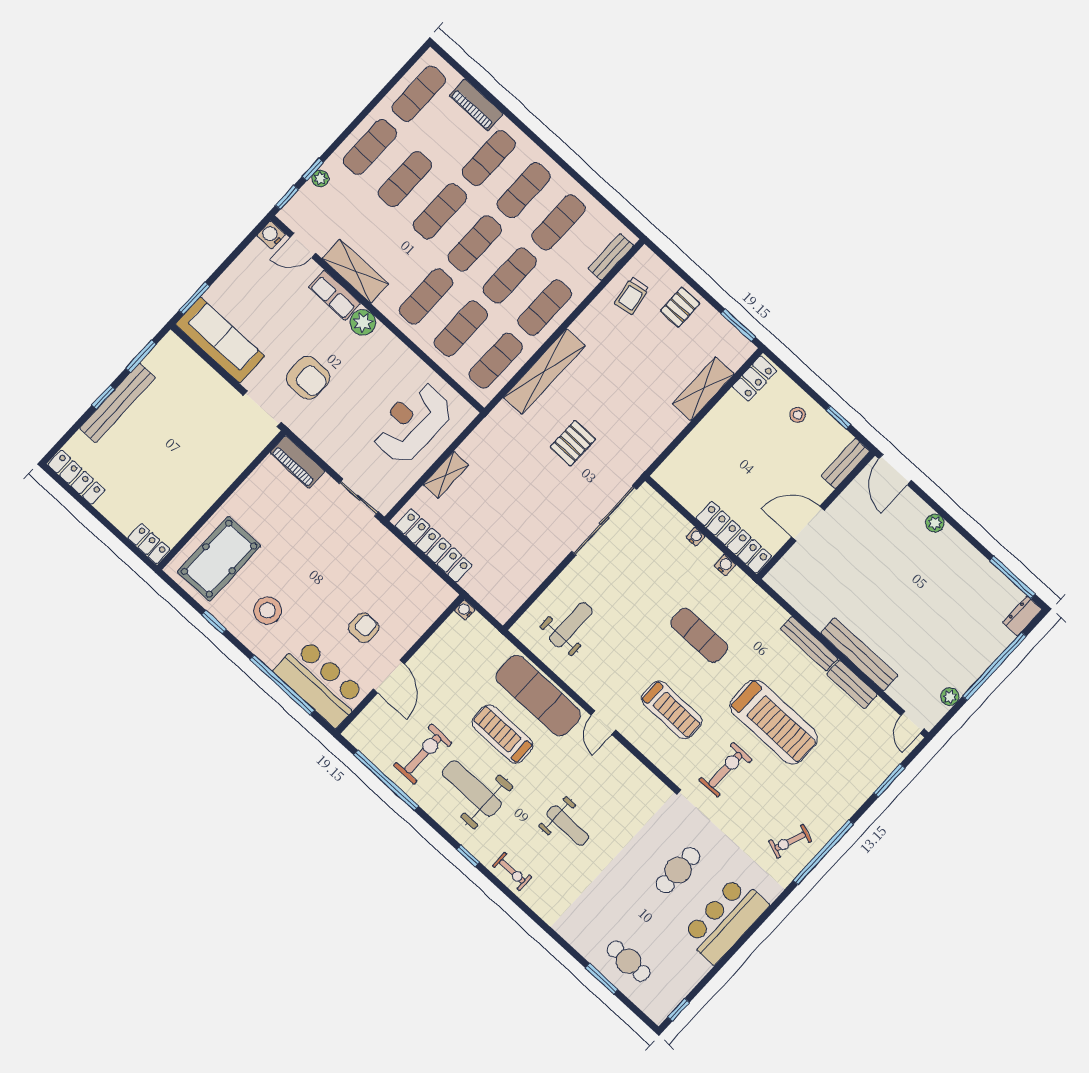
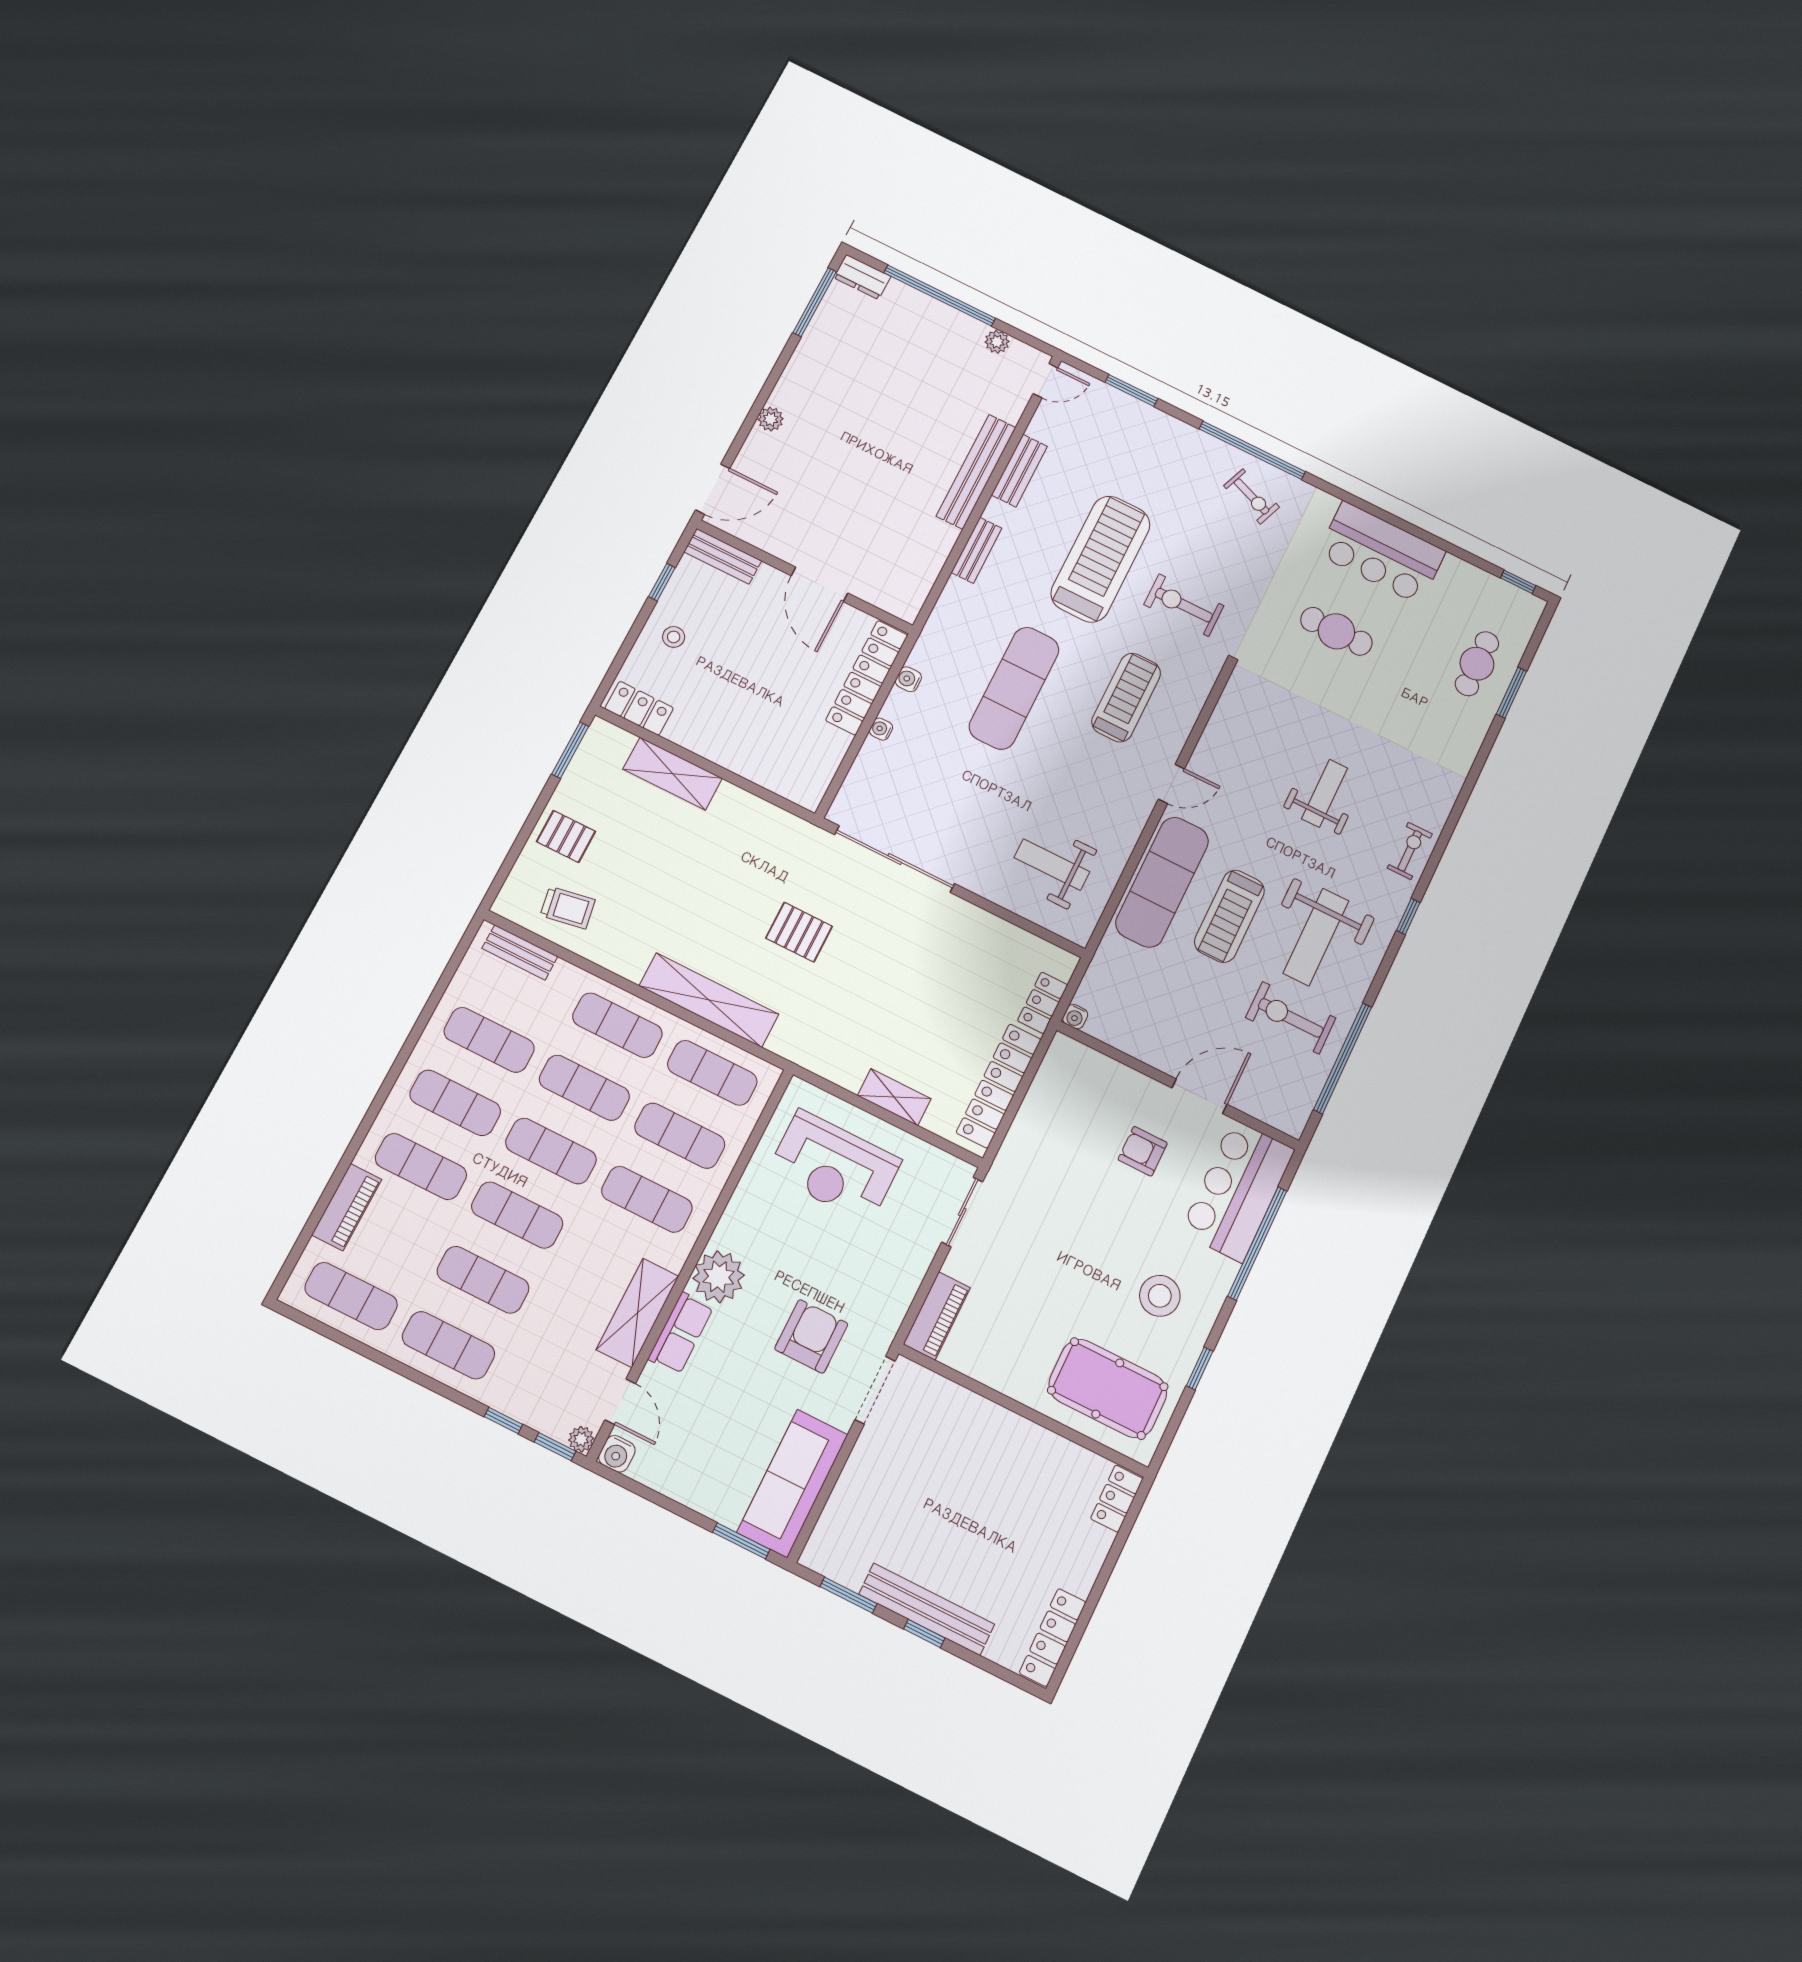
plant: (320, 178) -> (581, 1439), moved
plant: (363, 322) -> (719, 1277), width x1.36, depth x1.36
locker: (480, 591) -> (1043, 1003), added
exercise mat: (699, 635) -> (1014, 688), width x1.36, depth x1.45
bench: (809, 644) -> (977, 550), width x0.73

